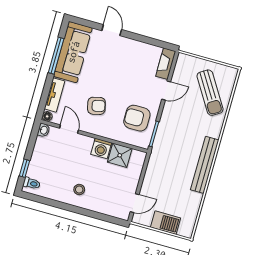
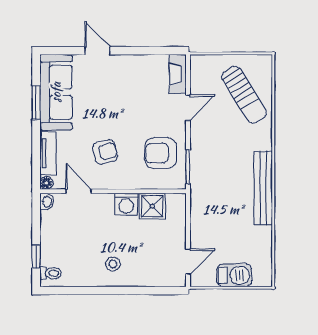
window: (56, 56) -> (36, 103), width x0.69

